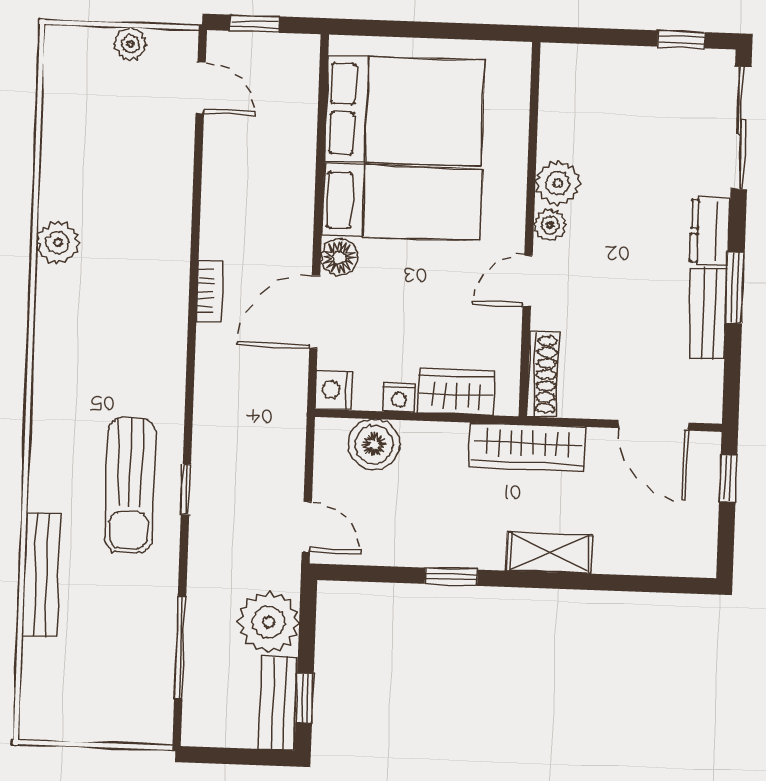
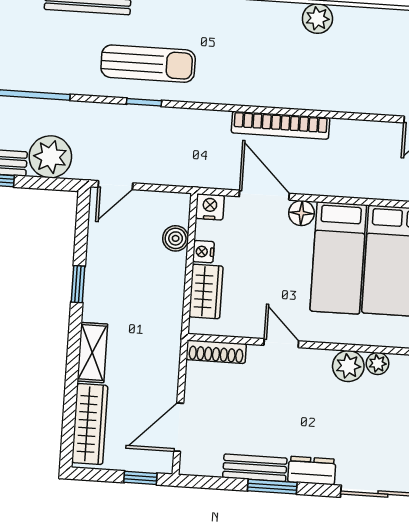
plant: (550, 225) -> (378, 364), moved
bookcase: (209, 291) -> (281, 125), width x2.31, depth x1.31
boiler: (374, 444) -> (176, 238), width x0.73, depth x0.73
wardrobe: (527, 447) -> (90, 424), moved, turned 180
sun lounger: (130, 485) -> (148, 64), turned 180

